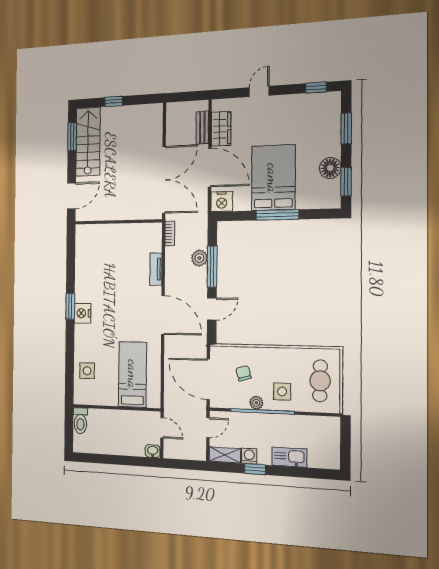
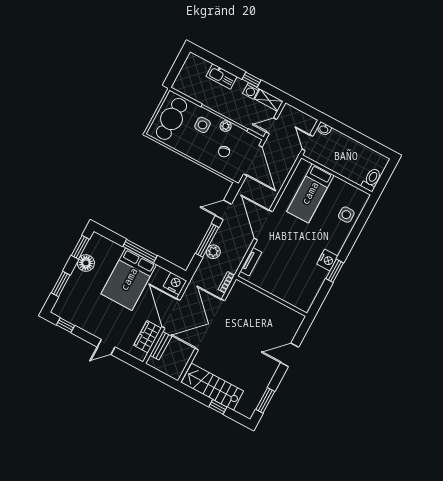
stairs: (88, 142) -> (212, 387), moved, turned 90
wall: (118, 222) -> (272, 296), moved
cafe table: (320, 381) -> (171, 119), width x1.37, depth x1.35

